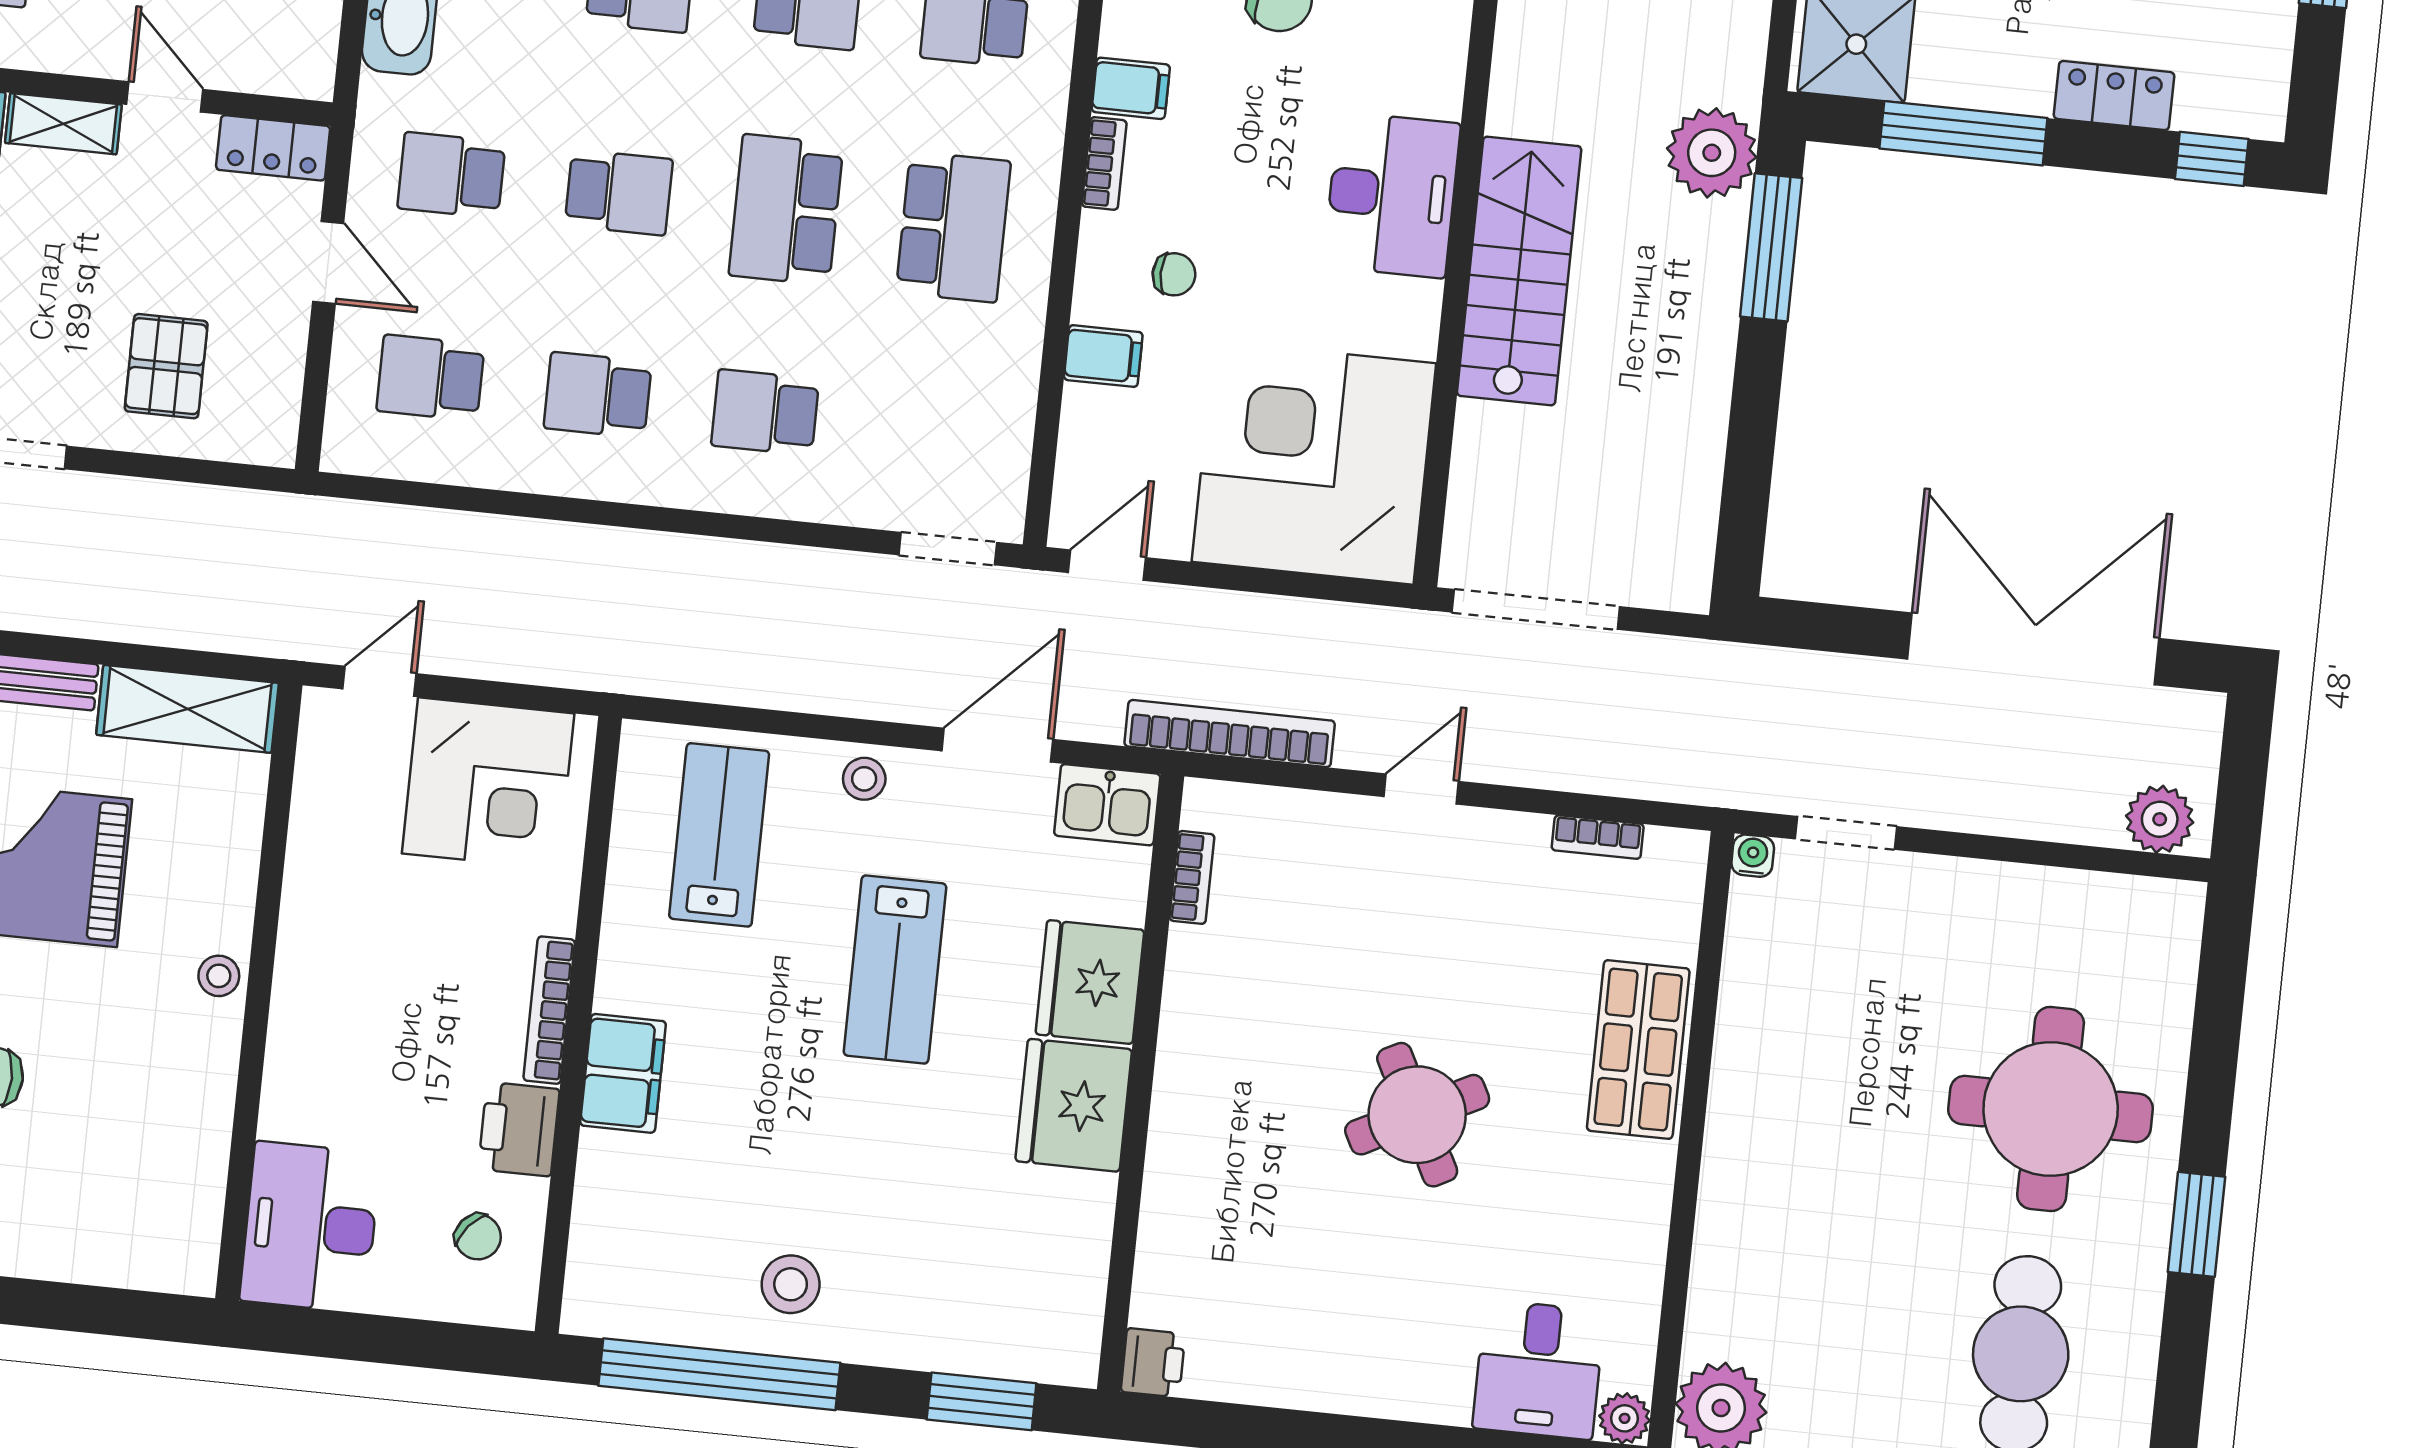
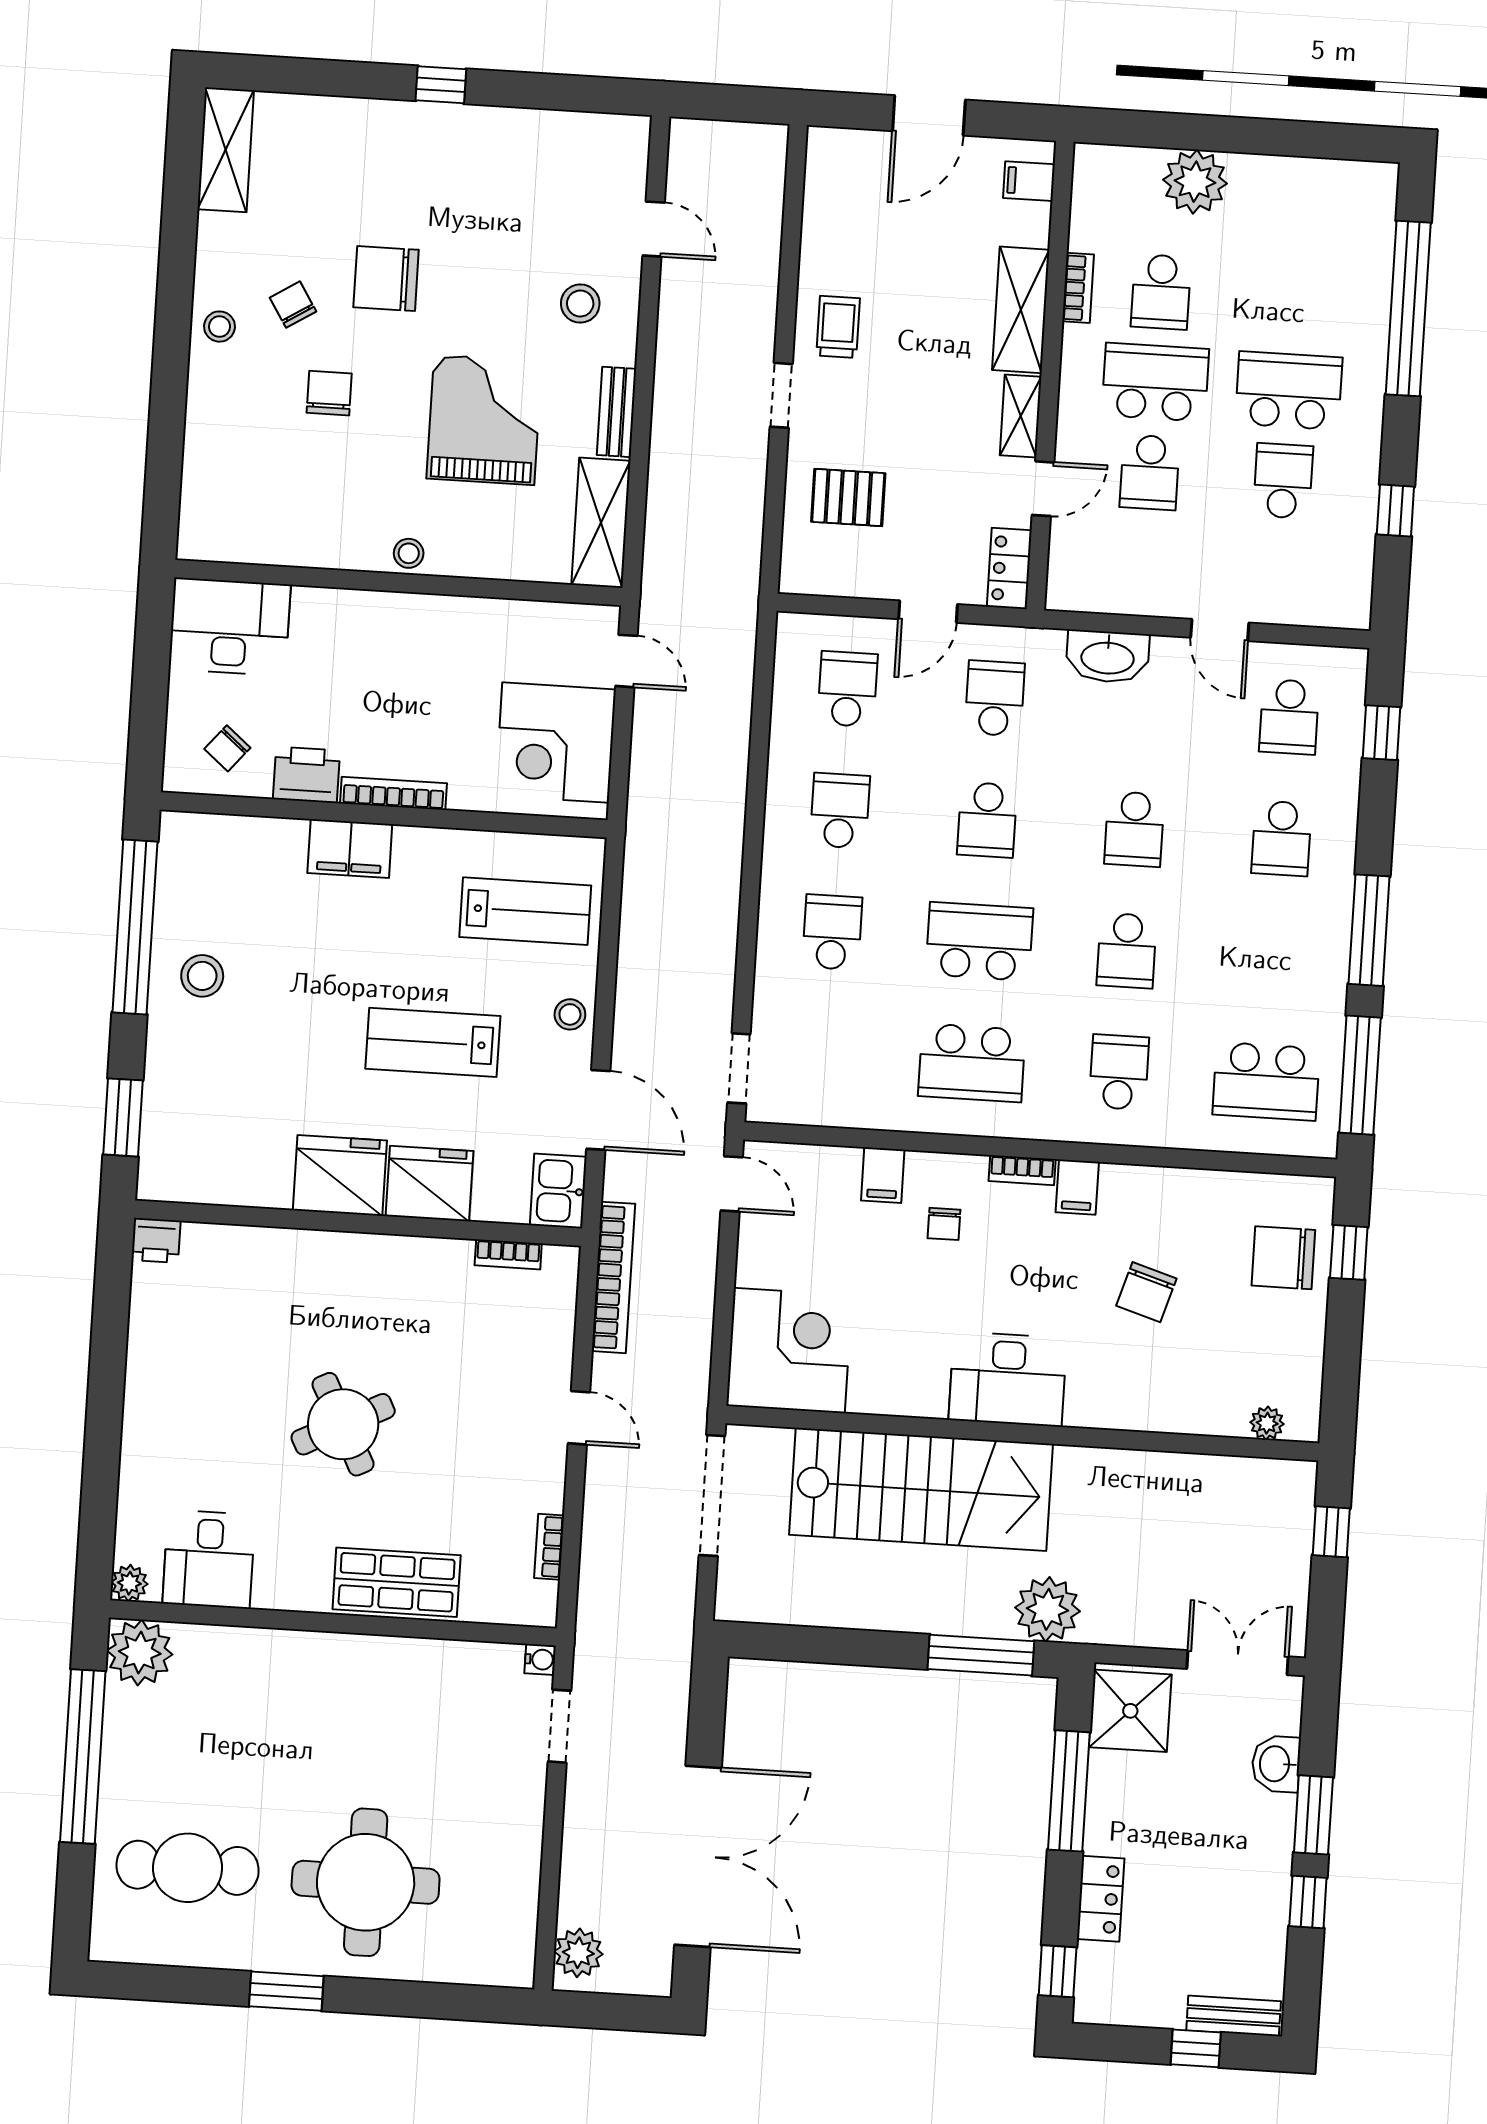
stairs: (1519, 271) -> (921, 1489), width x1.36, depth x1.51
corner desk: (1314, 463) -> (789, 1351), width x0.74, depth x0.74
desk: (1539, 1370) -> (209, 1559), moved, turned -90

